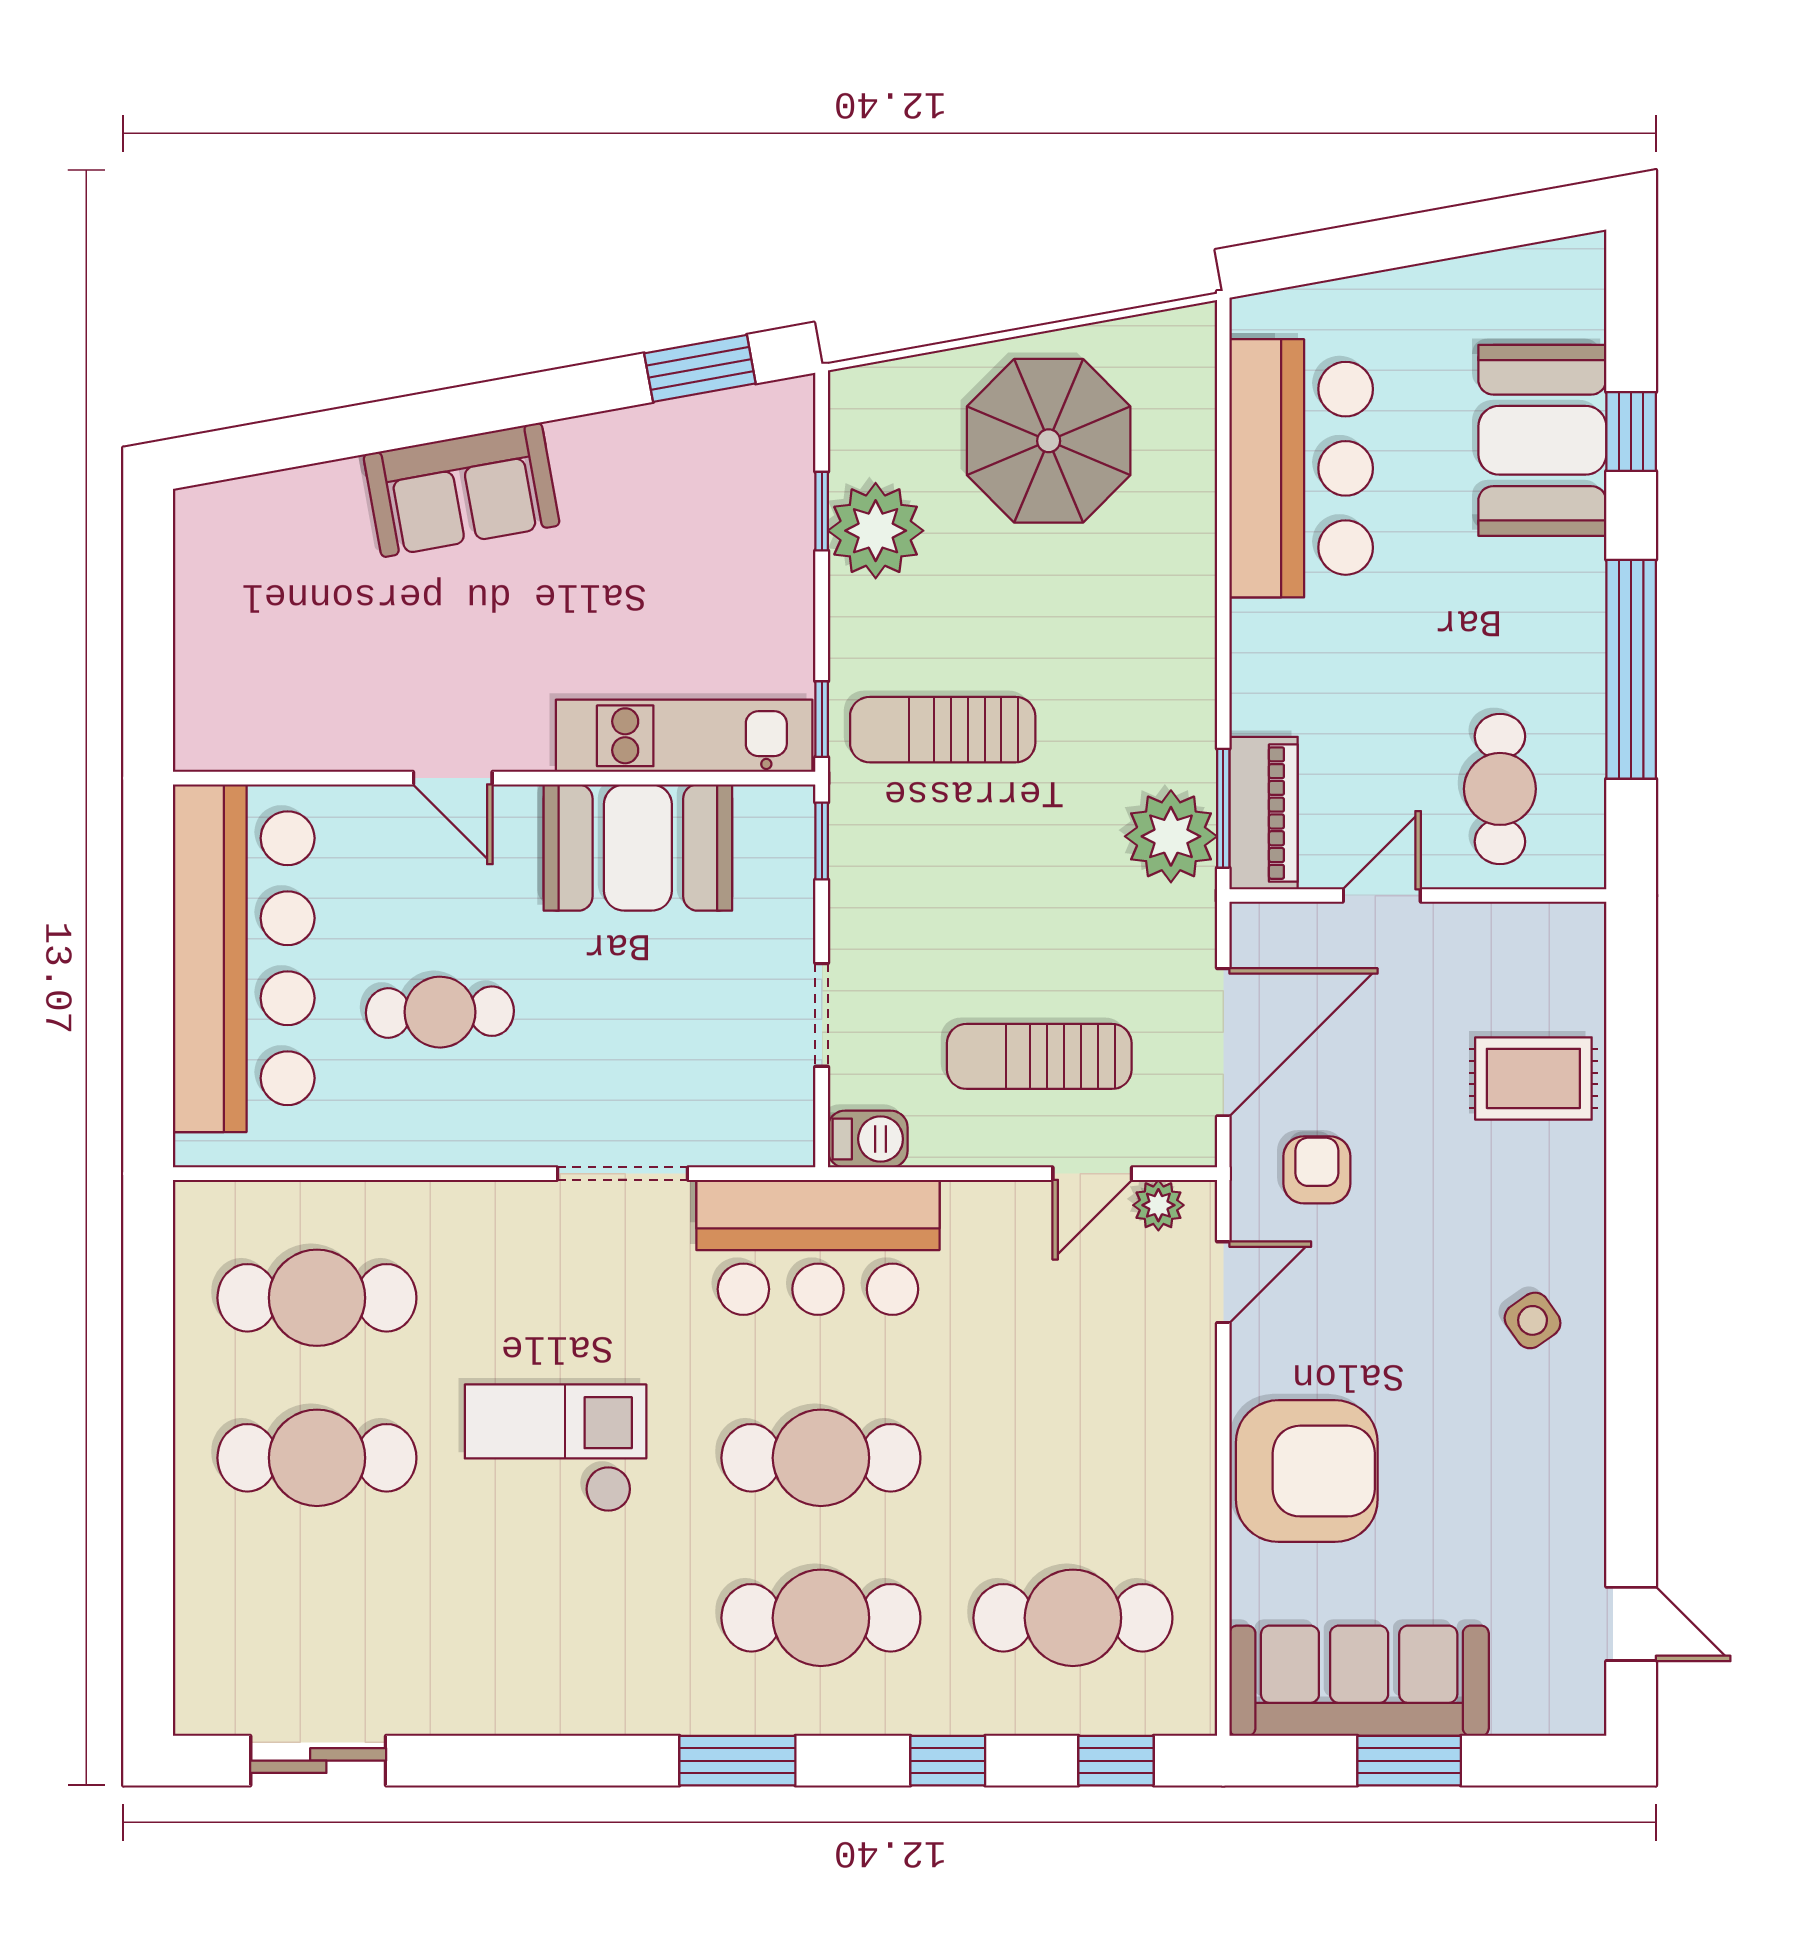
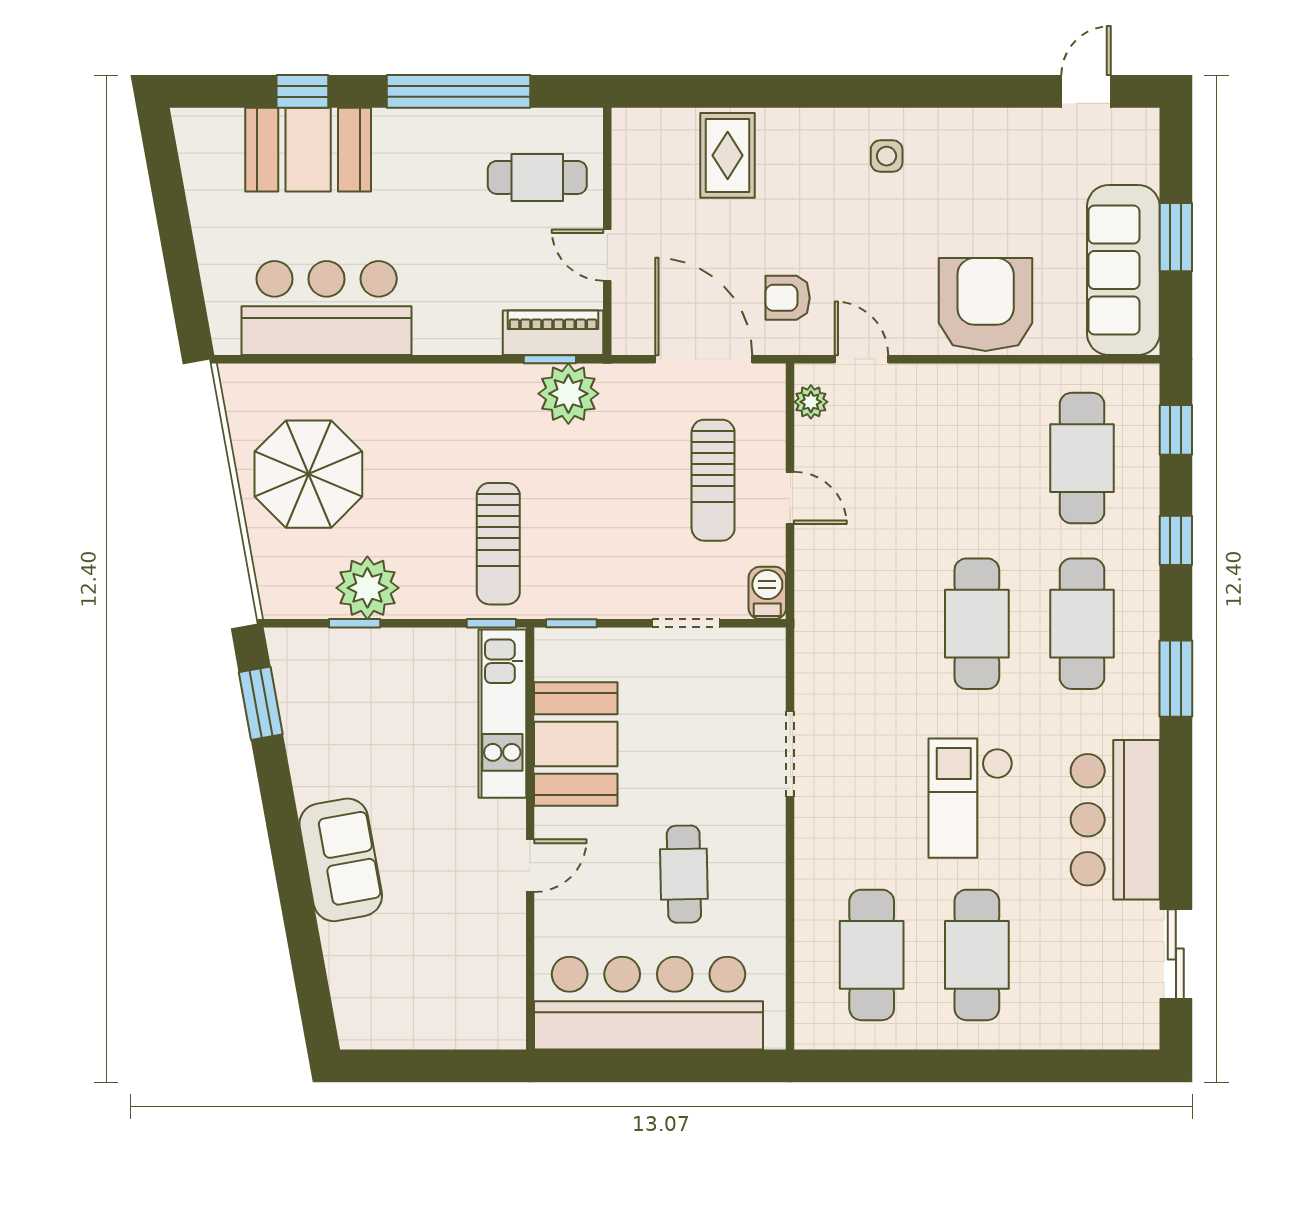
window: (1223, 808) -> (550, 359), width x0.67
door: (1092, 1174) -> (790, 498), moved
bar counter: (818, 1247) -> (1115, 820), moved, turned 180
side table: (1533, 1320) -> (887, 156), turned 35

